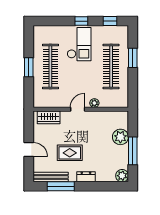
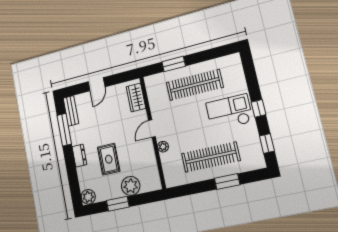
checkout: (79, 44) -> (229, 112), turned 180
window: (29, 67) -> (174, 64), moved
door: (78, 109) -> (152, 129), swing flipped
window: (133, 151) -> (118, 204), width x0.69
rug: (70, 153) -> (109, 159), moved
bench: (51, 177) -> (71, 111), width x0.73

